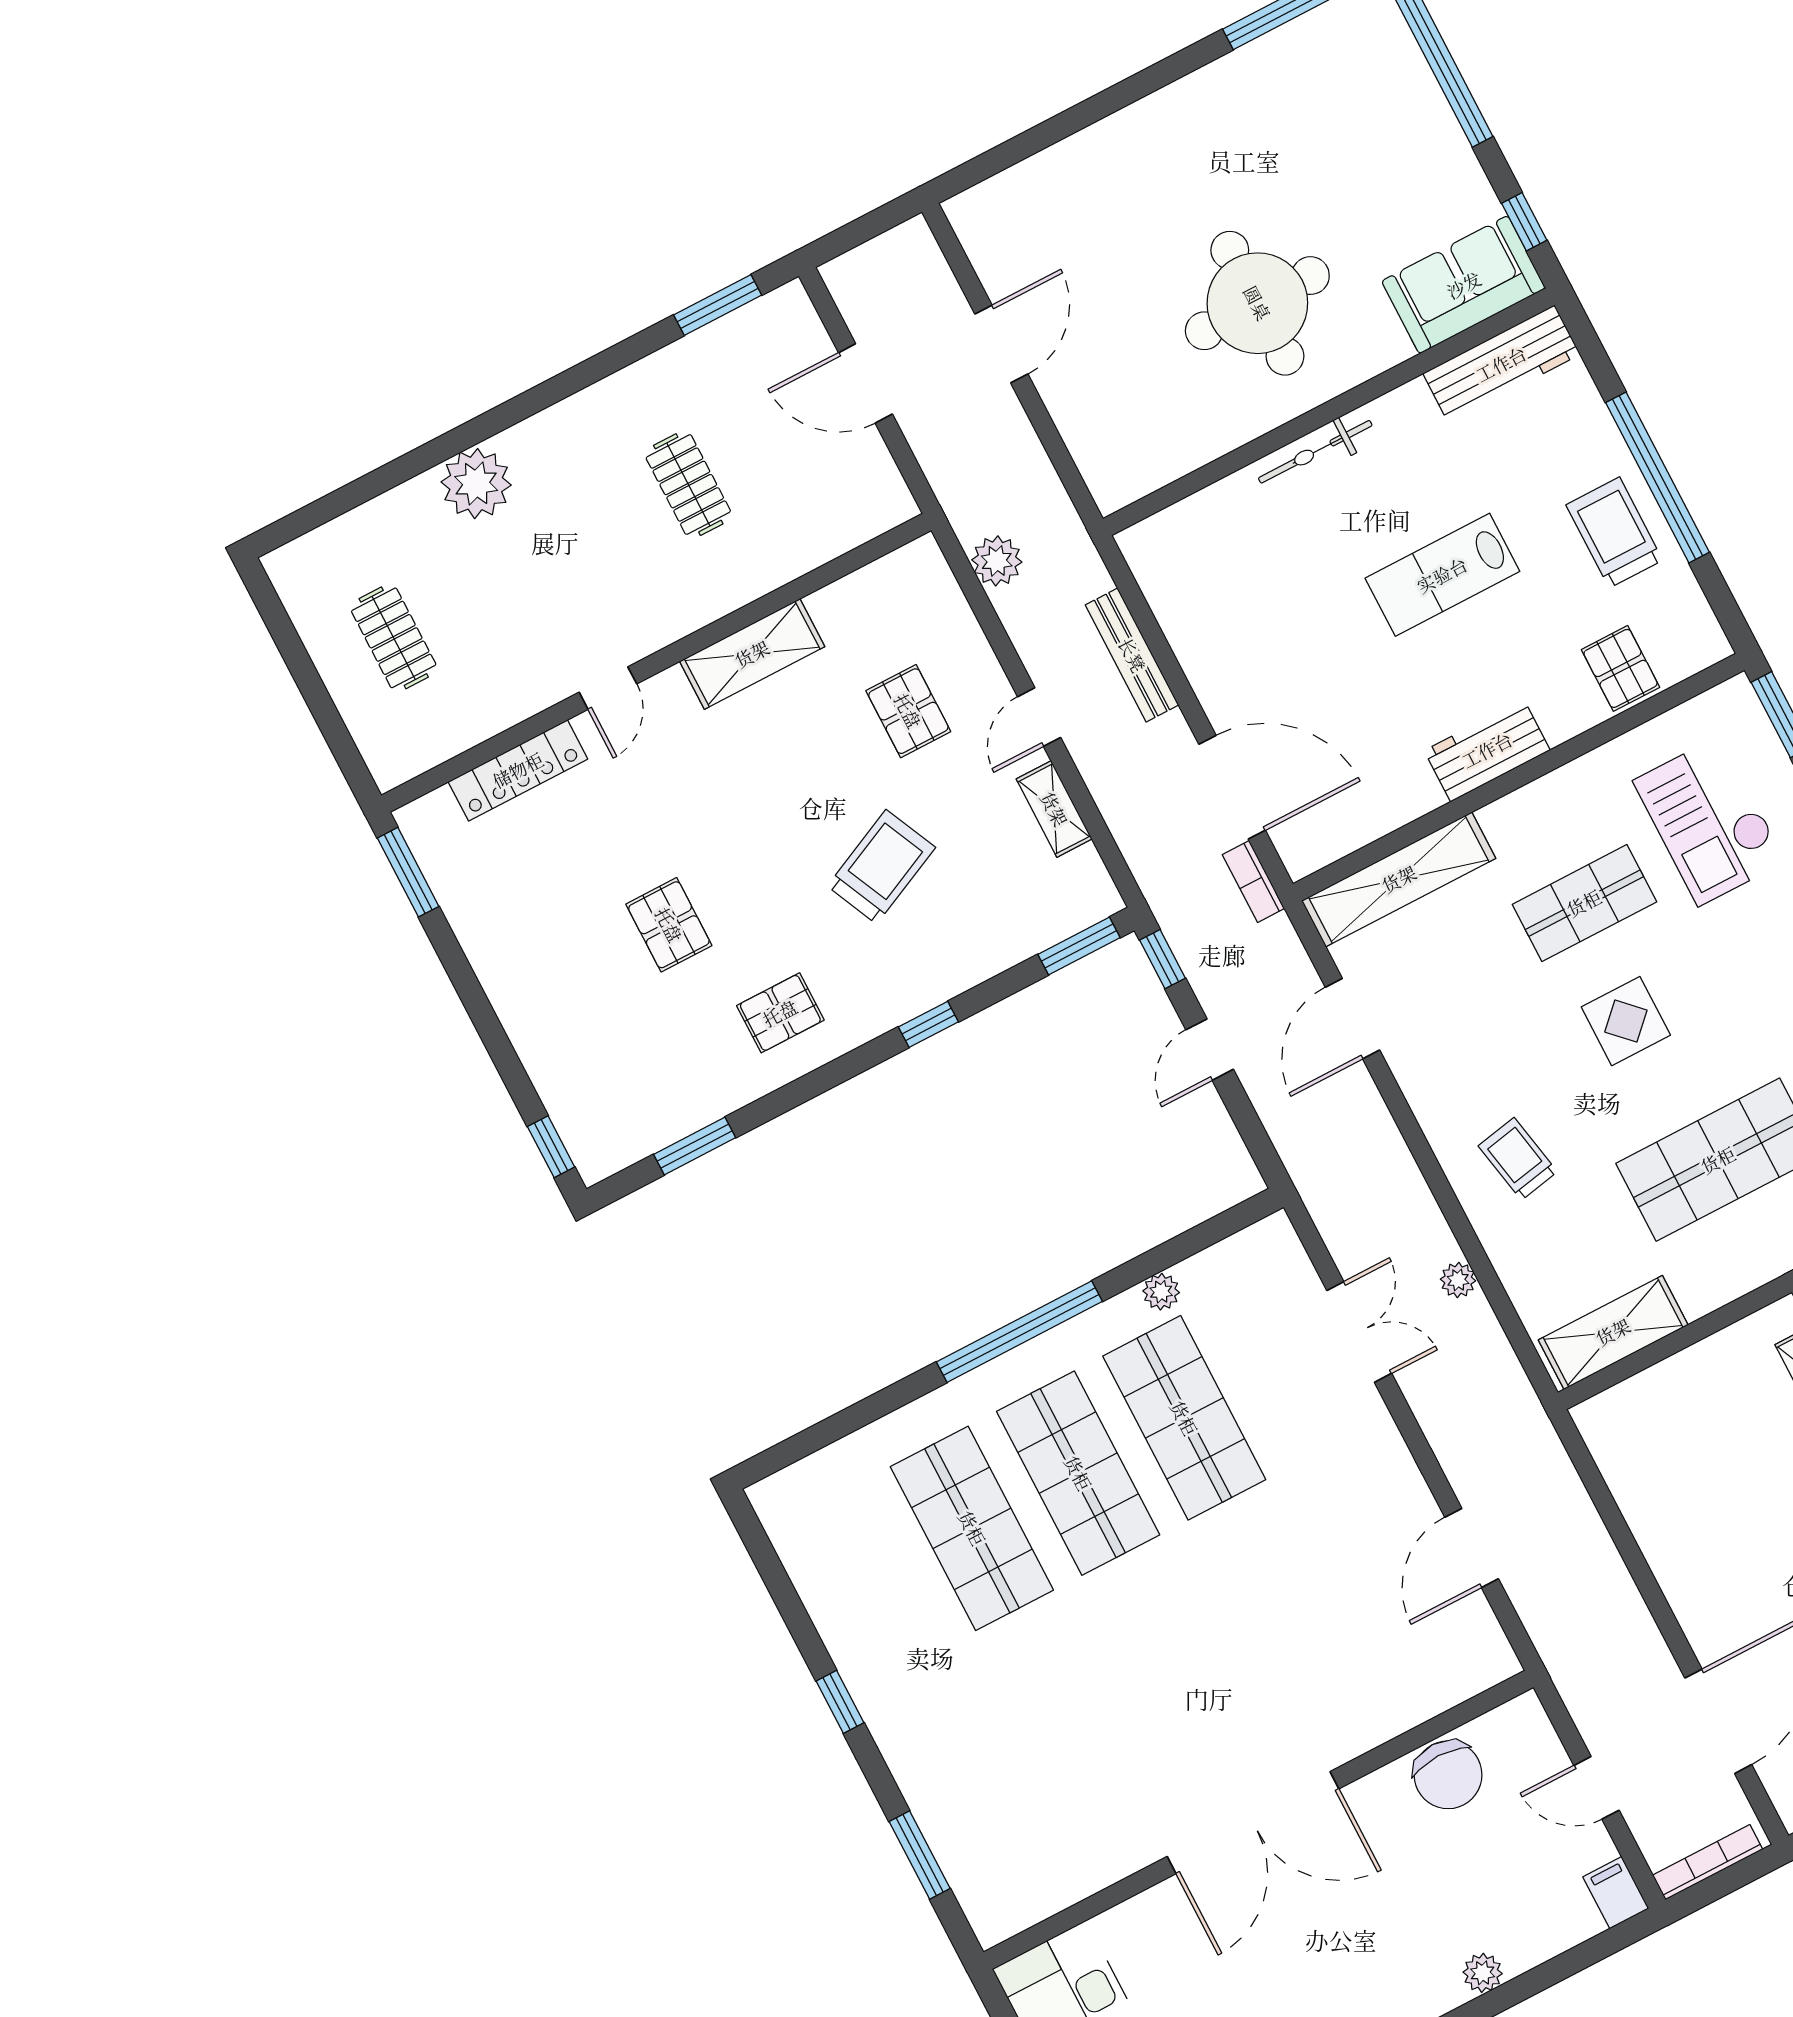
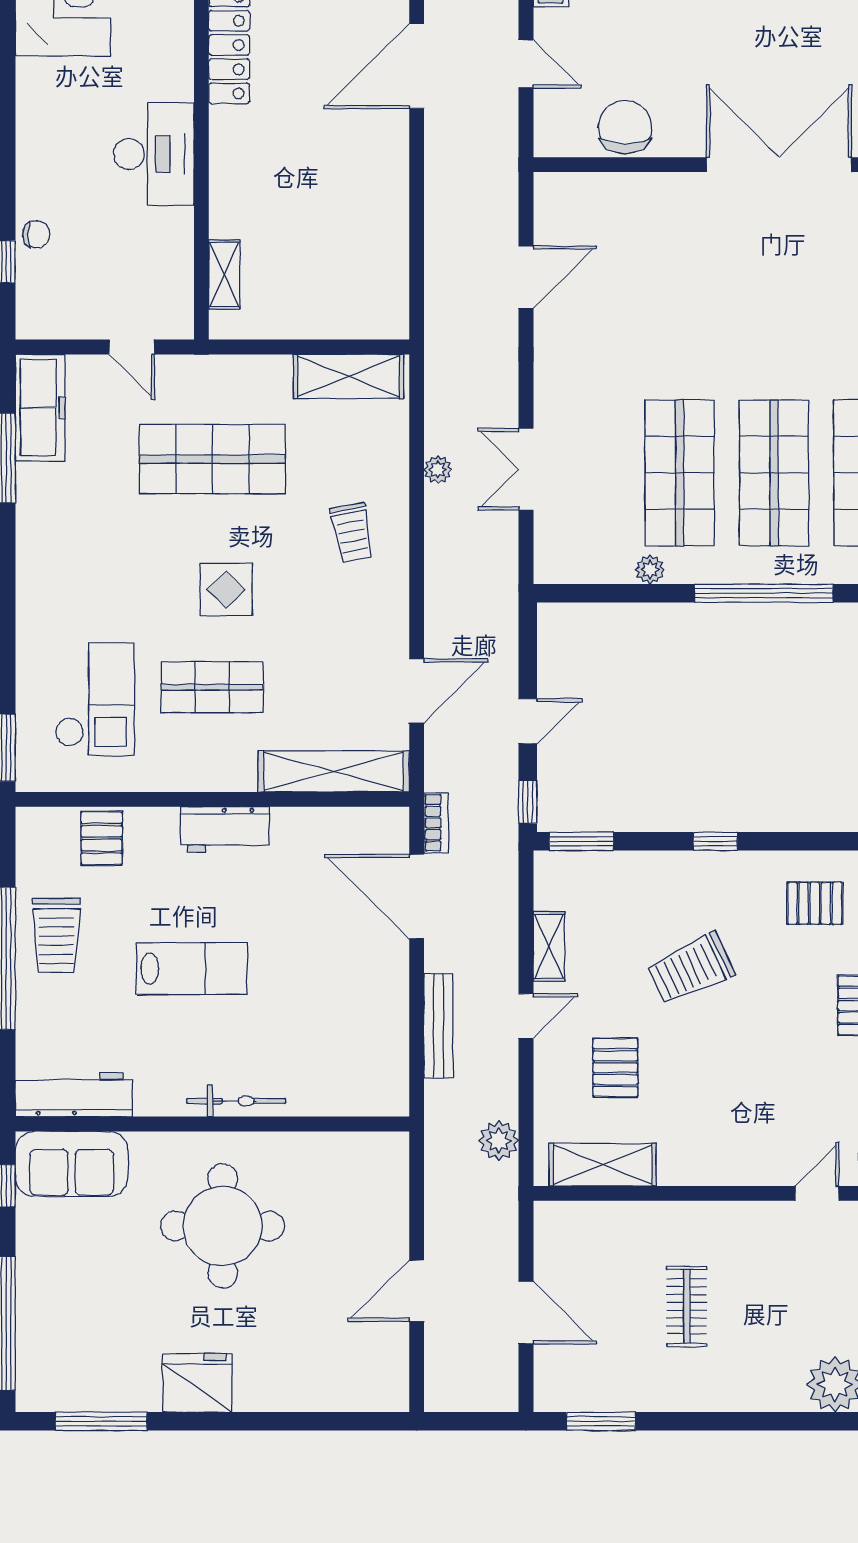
fridge: (1194, 112) -> (197, 1383), added
shelving: (752, 654) -> (603, 1165), moved

